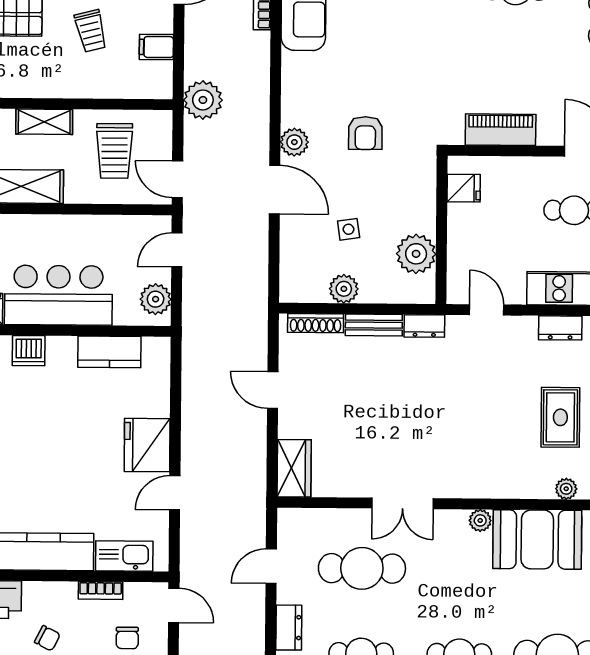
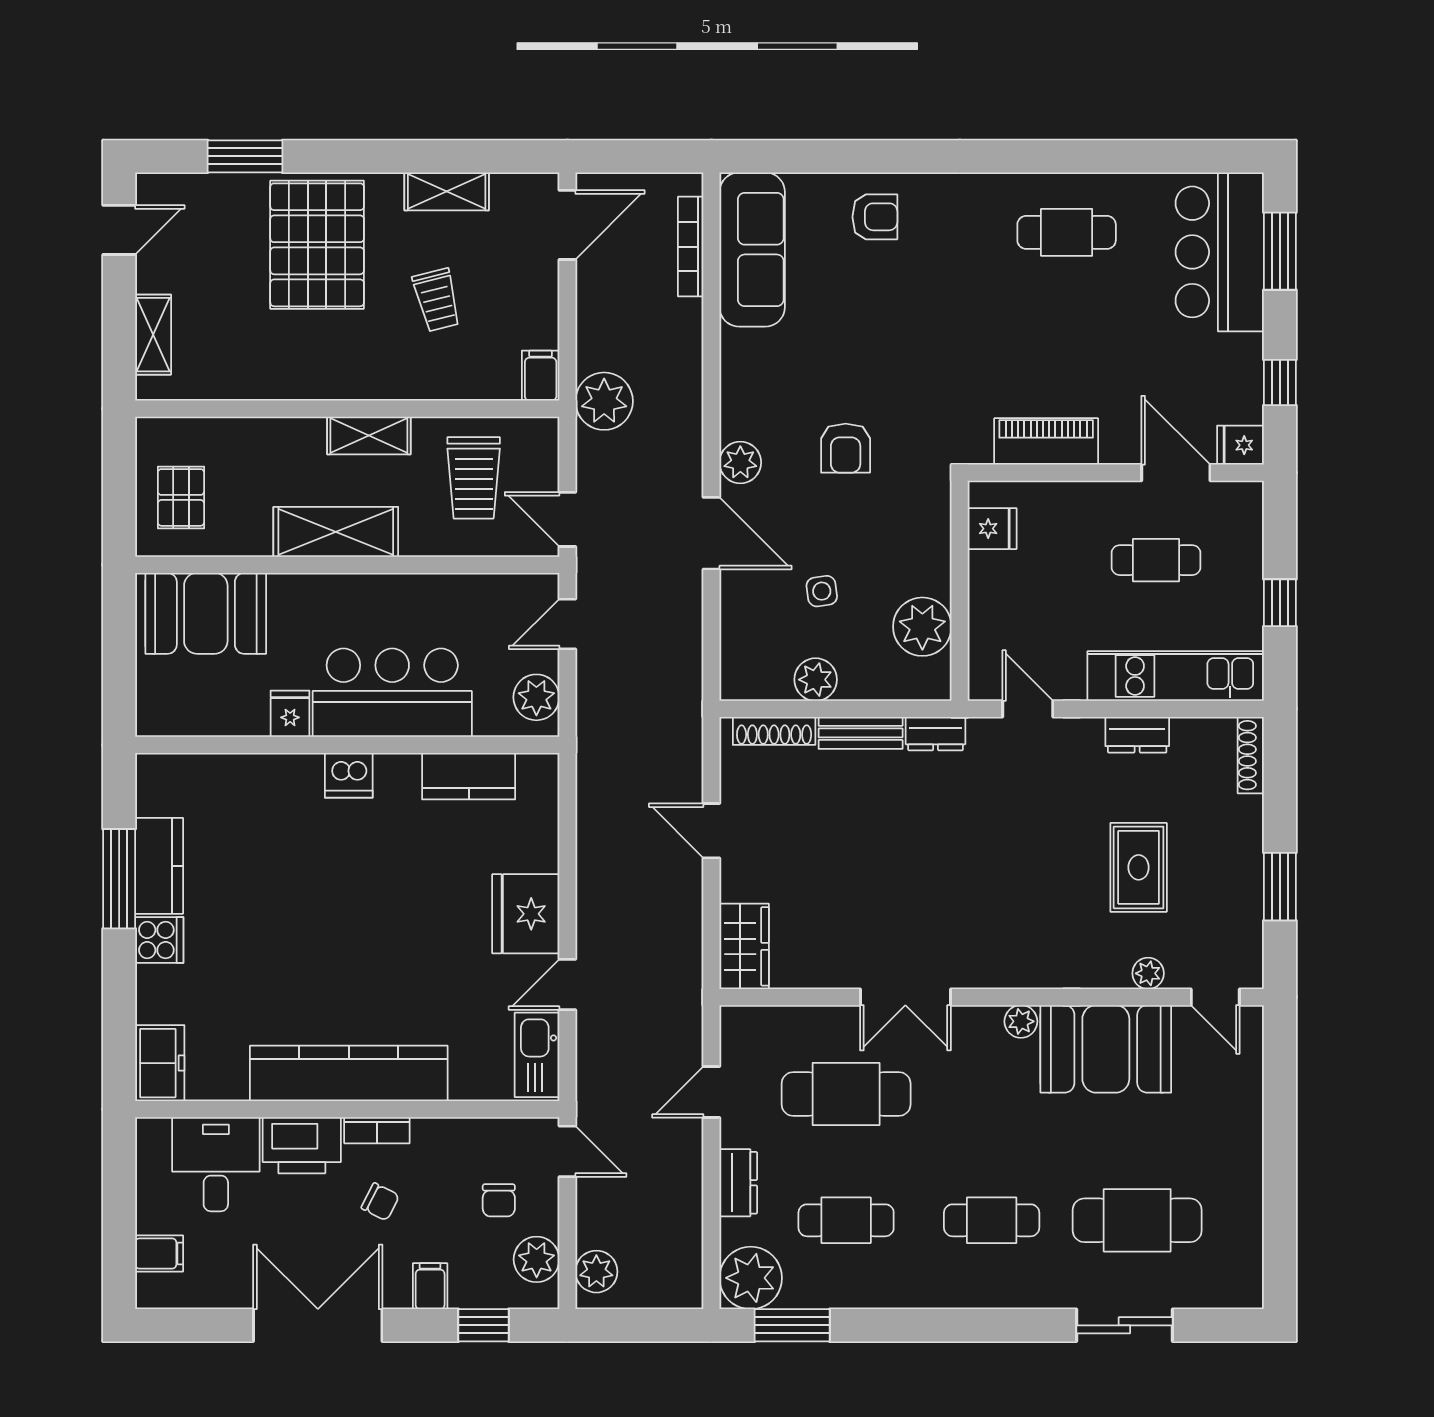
filing cabinet: (156, 47) -> (541, 376), moved, turned 90
kitchen sink: (124, 556) -> (537, 1055), moved, turned -90
bookcase: (101, 590) -> (377, 1130), moved

